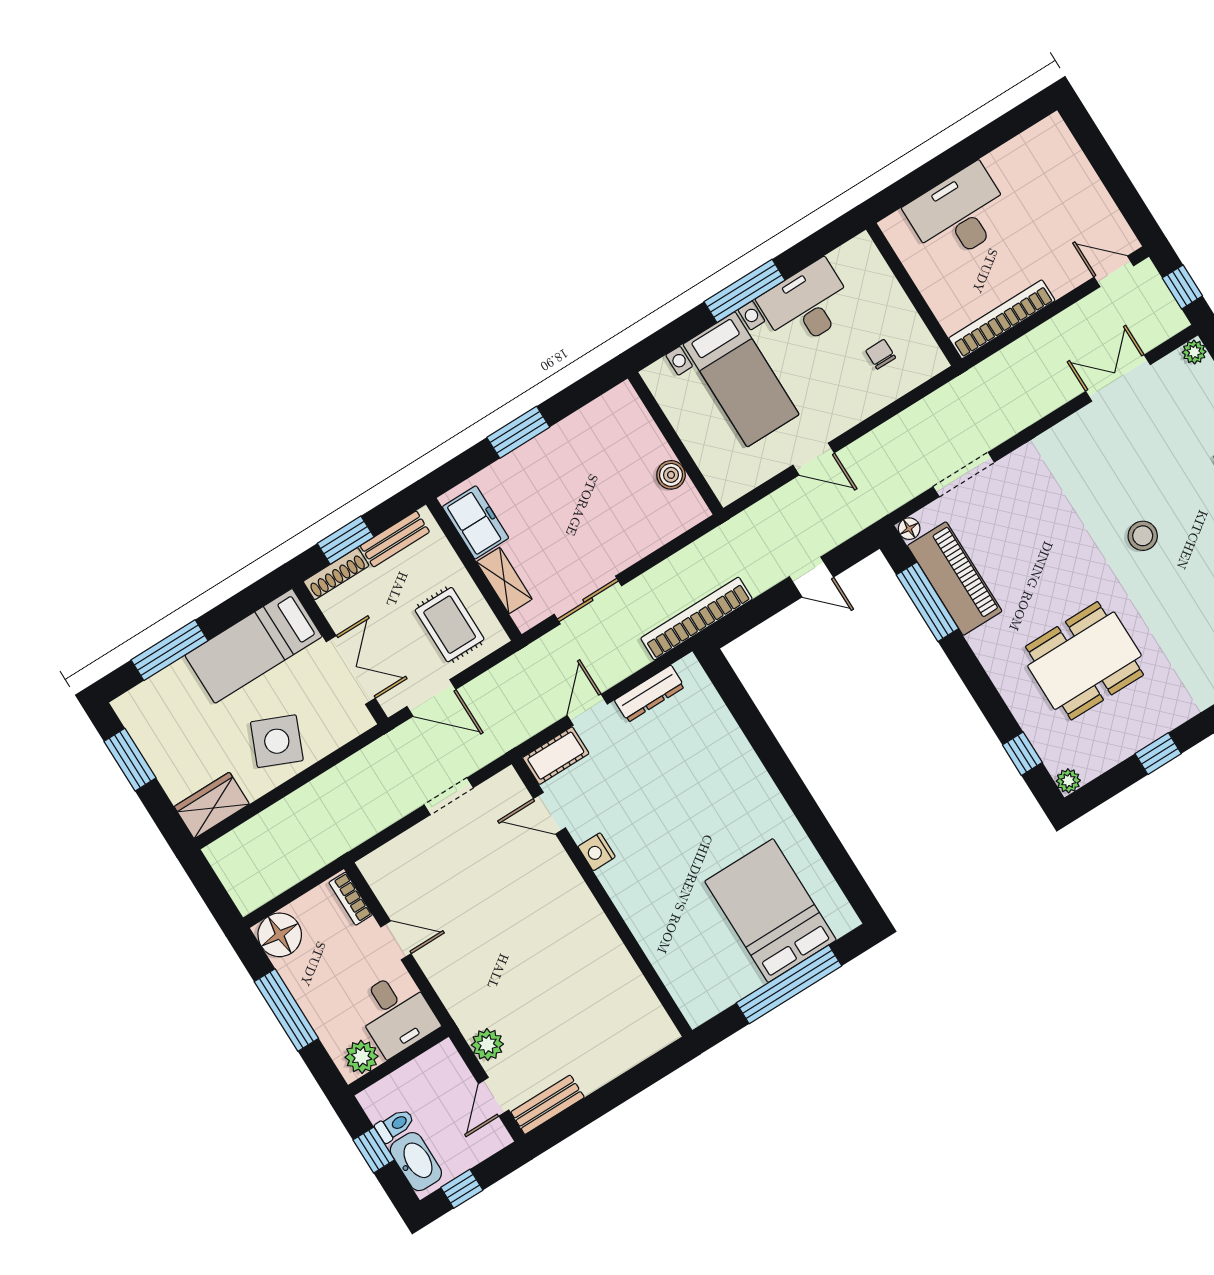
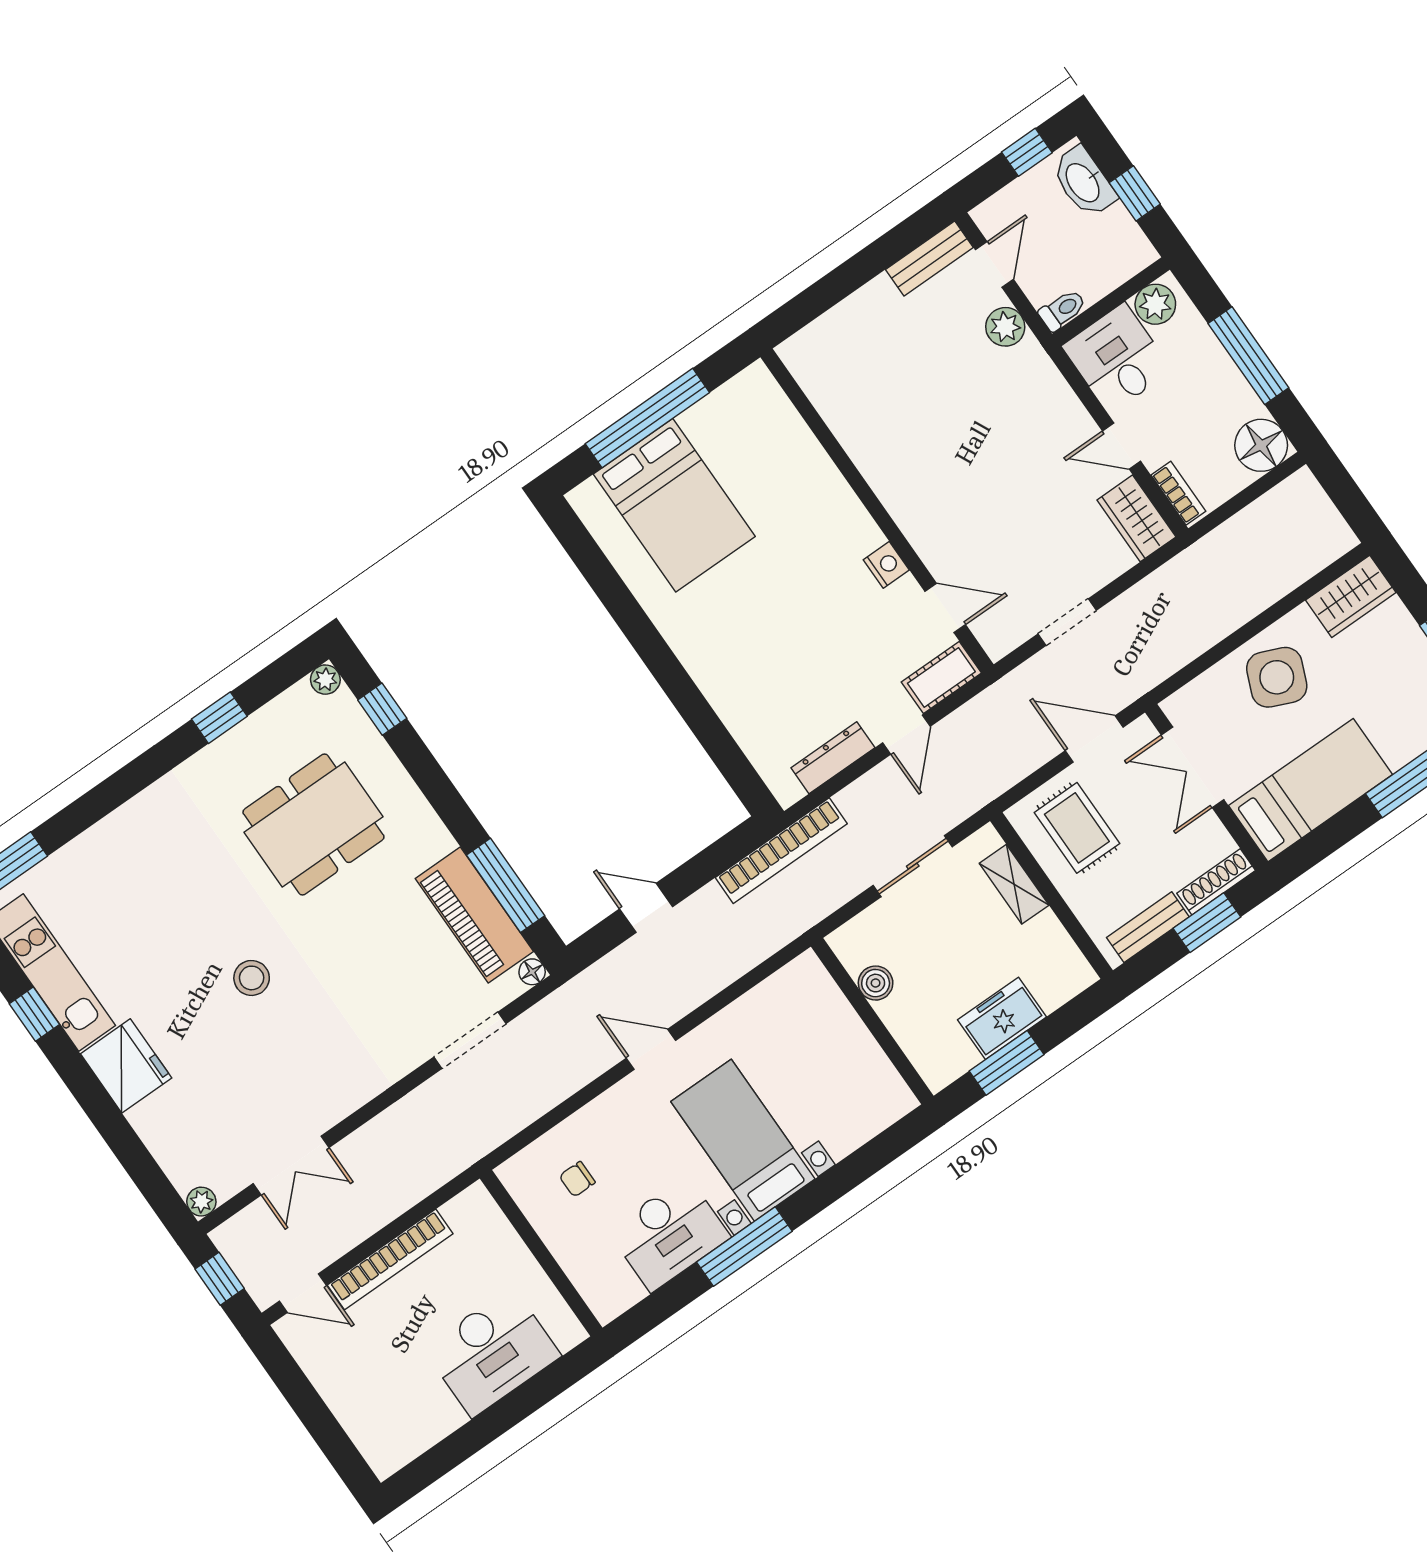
bookcase: (1002, 319) -> (390, 1259), moved
chair: (881, 354) -> (577, 1179), turned 90
wall: (675, 443) -> (872, 1021), moved
boiler: (671, 475) -> (876, 983), moved
freezer: (476, 522) -> (1002, 1018), moved, turned 90
wardrobe: (387, 879) -> (1136, 518), added
toilet: (395, 1125) -> (1062, 310), moved, turned 180

